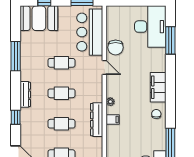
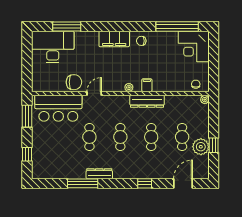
booth: (39, 18) -> (44, 160), removed
dresser: (25, 94) -> (99, 174), moved

